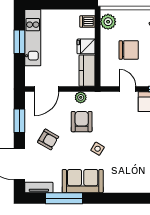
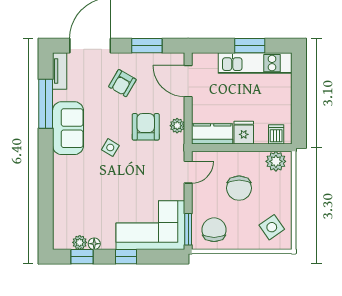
door: (127, 89) -> (188, 172), moved
armchair: (82, 122) -> (146, 127), turned -90

